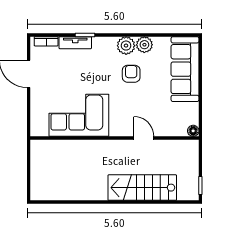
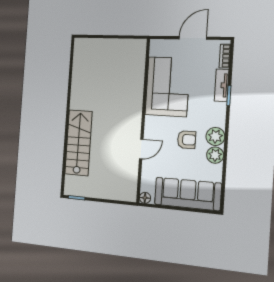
corner sofa: (79, 115) -> (167, 87), moved
floor lamp: (193, 131) -> (145, 198), moved
wall: (115, 138) -> (143, 120), moved
door: (144, 138) -> (141, 149), moved

